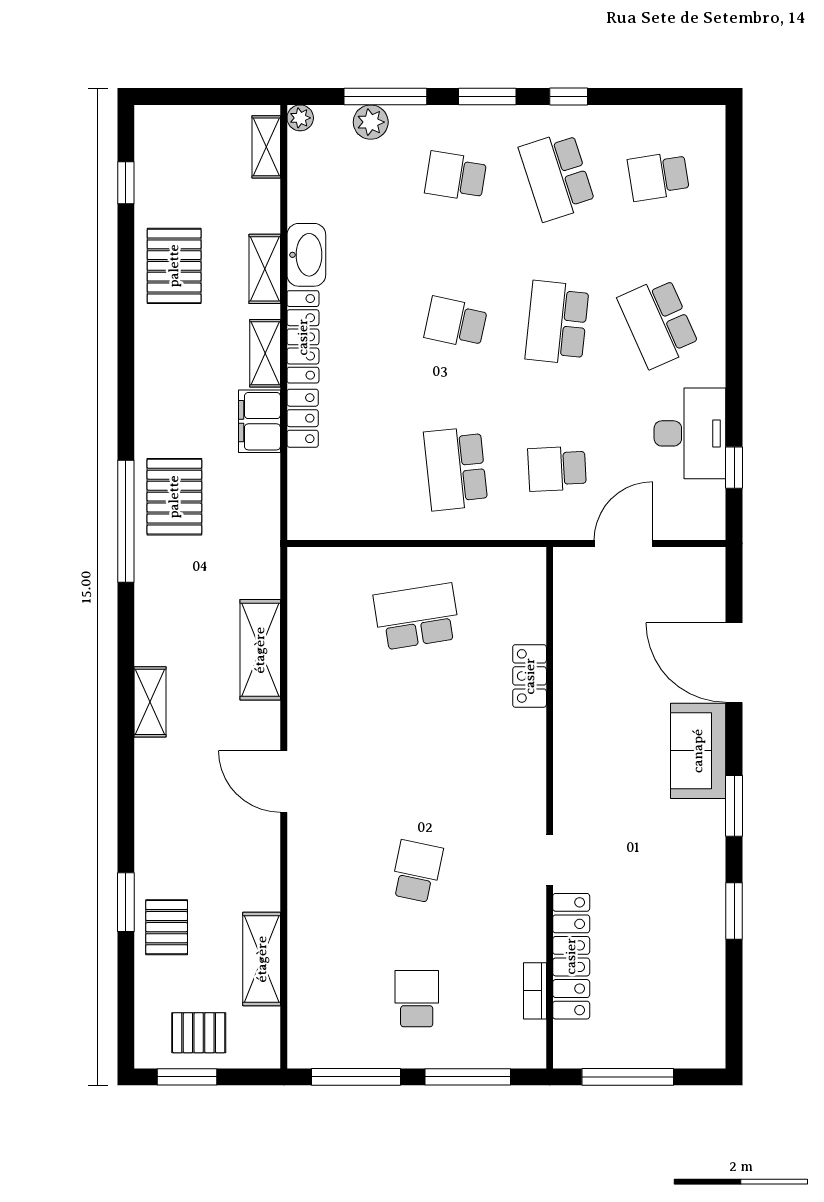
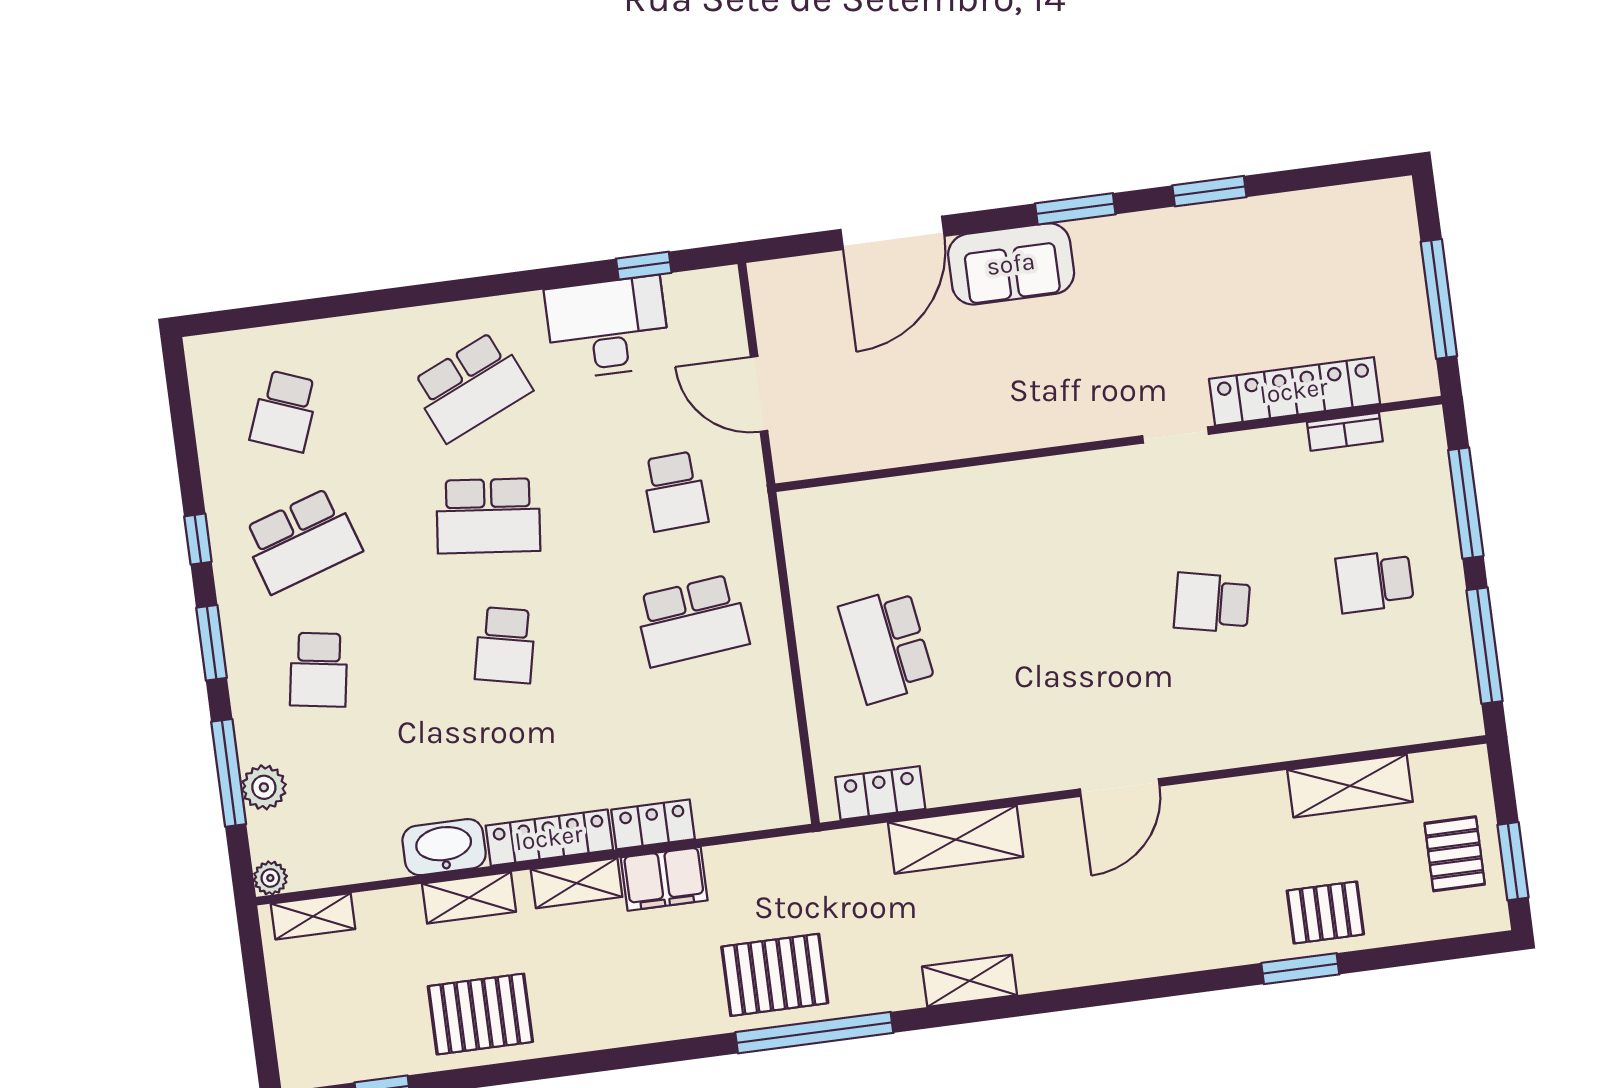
school desk: (658, 176) -> (285, 411), turned 30
locker: (530, 676) -> (880, 793), moved, turned 180
shelving: (150, 702) -> (970, 981), moved

